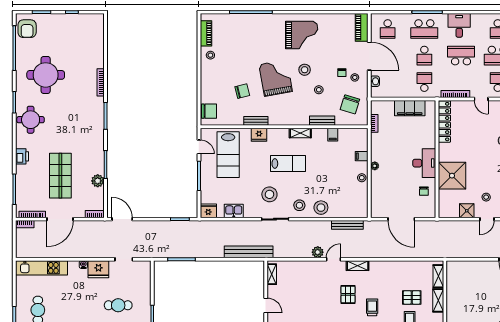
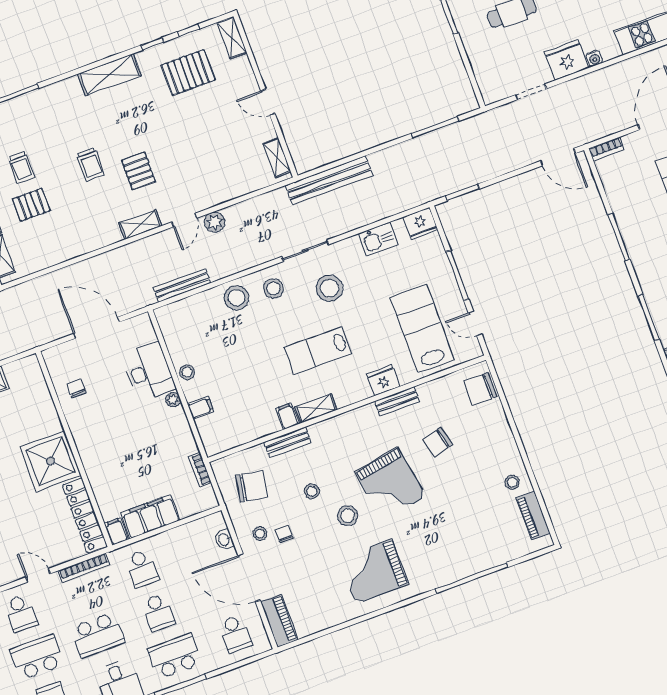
school desk: (388, 29) -> (235, 634), turned 180
school desk: (424, 56) -> (158, 612), turned 180
chair: (350, 104) -> (251, 486), turned 83
filing cabinet: (431, 107) -> (116, 531), added
filing cabinet: (333, 135) -> (288, 416), moved
desk: (424, 163) -> (149, 372), moved, turned 180
shower: (452, 176) -> (50, 461), moved
plant: (98, 181) -> (622, 206), removed

